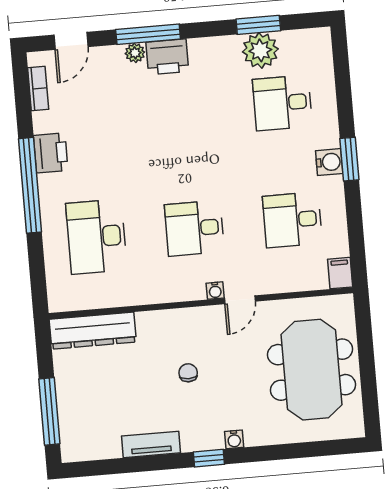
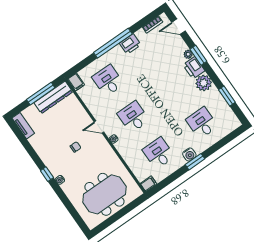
window: (148, 34) -> (198, 55), width x0.69
plant: (260, 50) -> (204, 83), moved
desk: (97, 237) -> (108, 81), width x0.73
filing cabinet: (64, 300) -> (76, 82), added
door: (240, 300) -> (99, 127), moved
dresser: (93, 331) -> (53, 97), moved, turned -90
window: (49, 411) -> (41, 94), moved
tv unit: (151, 444) -> (23, 126), moved

